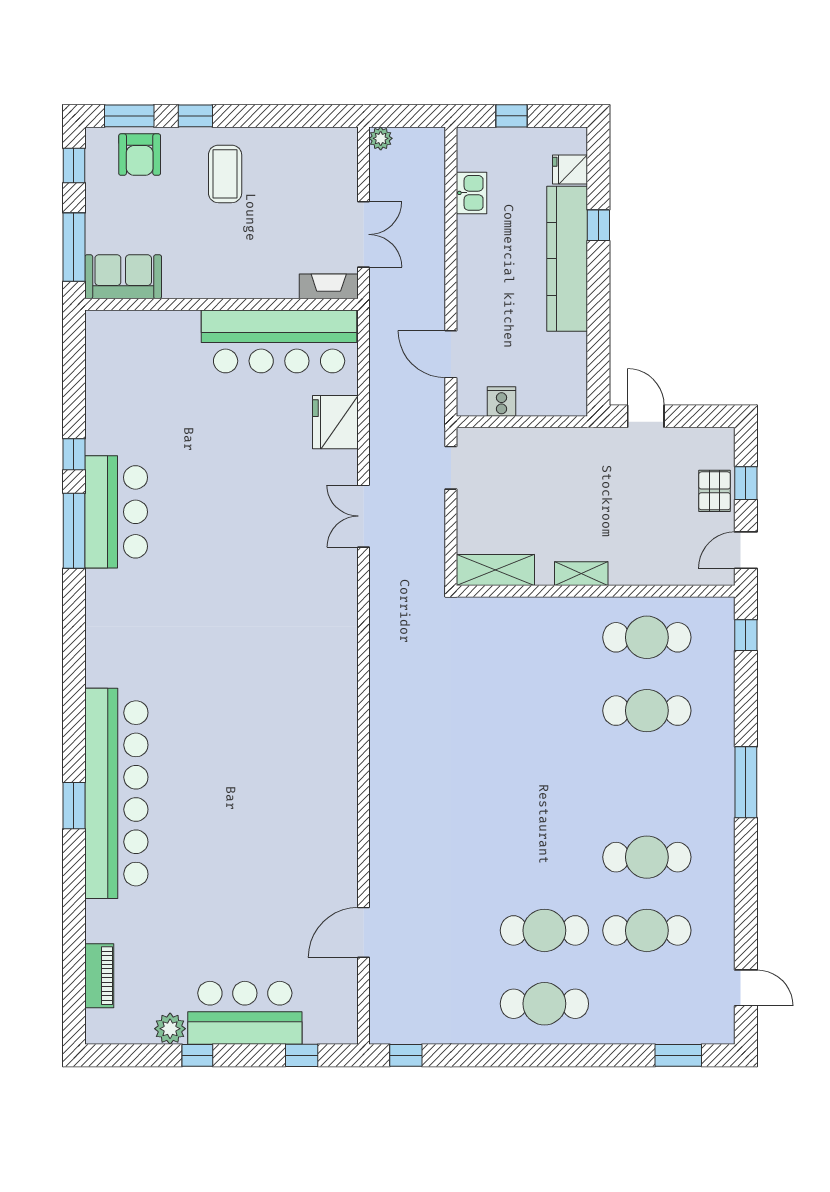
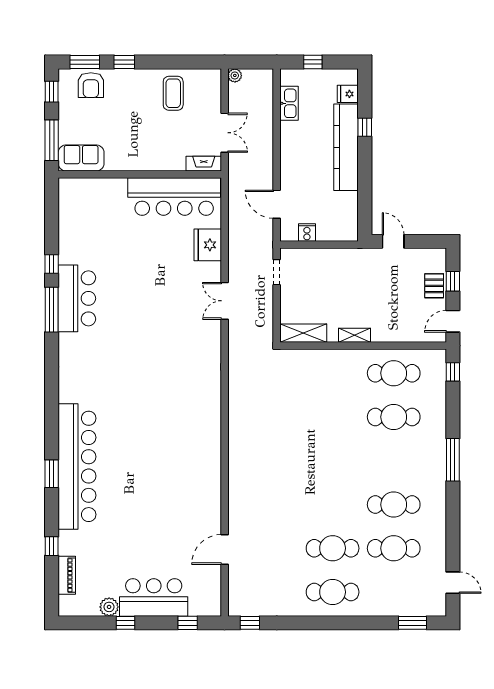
coffee table: (225, 174) -> (173, 93), moved
kitchen sink: (471, 193) -> (289, 103), width x1.38
window: (74, 927) -> (52, 546), added

